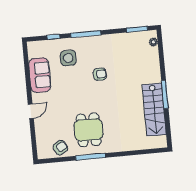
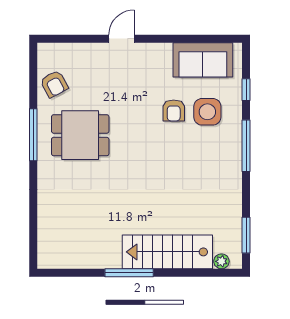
armchair: (100, 74) -> (174, 110), moved
sofa: (40, 75) -> (203, 60), moved
stairs: (154, 110) -> (167, 252), moved
door: (31, 111) -> (121, 39), swing flipped

